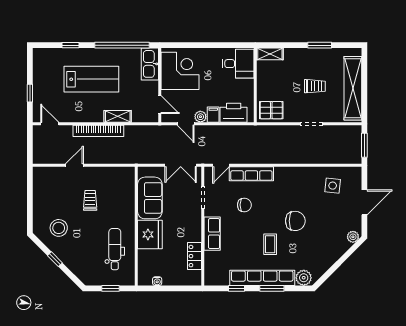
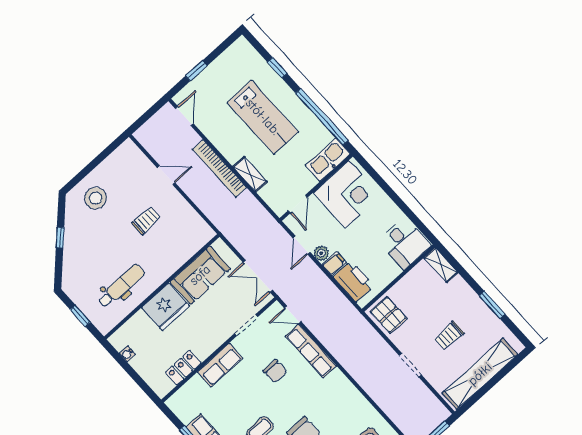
trolley: (315, 86) -> (449, 336), turned 90
stool: (59, 228) -> (96, 198), moved

